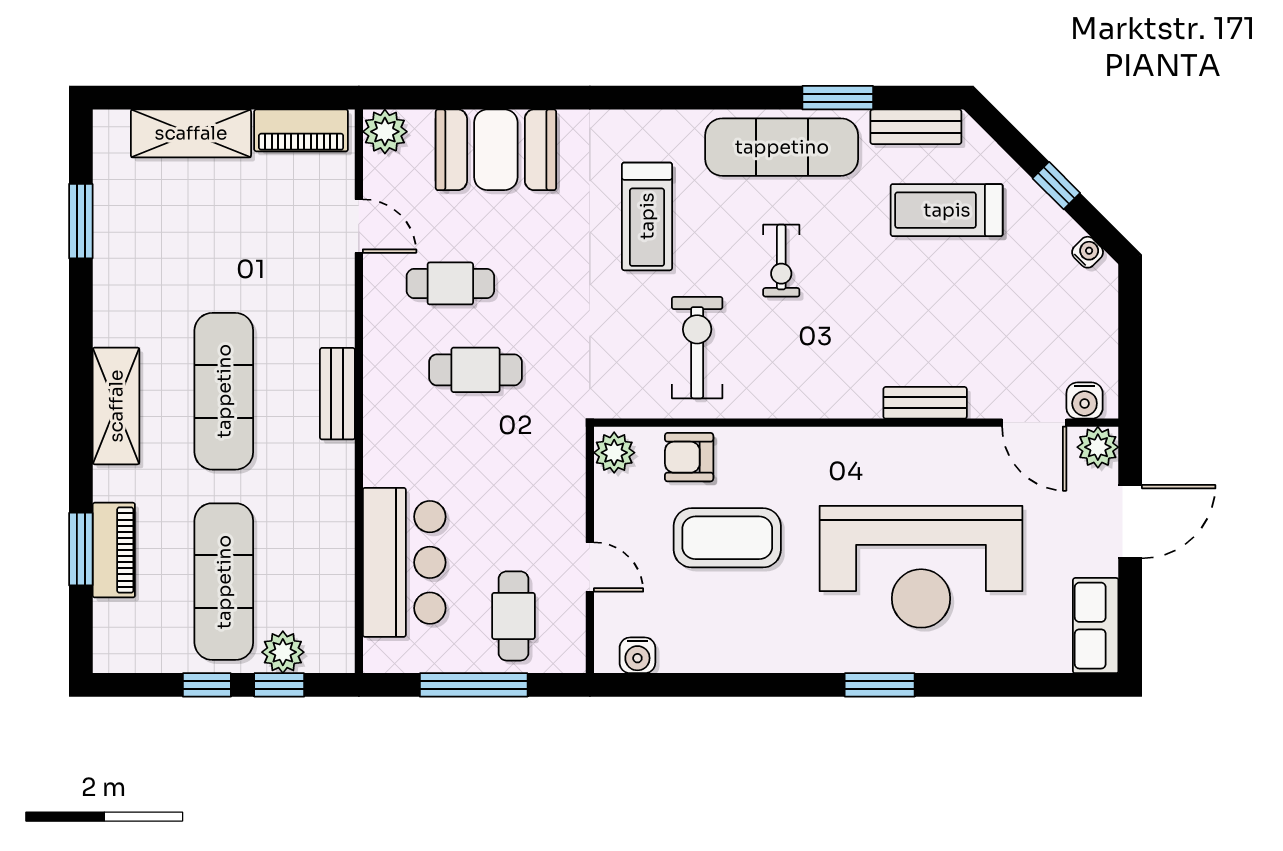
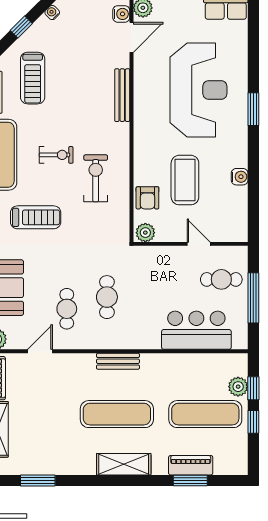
exercise bike: (697, 348) -> (96, 178), moved, turned 90
bench: (925, 403) -> (122, 95), width x1.36
door: (590, 567) -> (199, 244), hinge flipped
water cooler: (637, 655) -> (240, 177), moved

